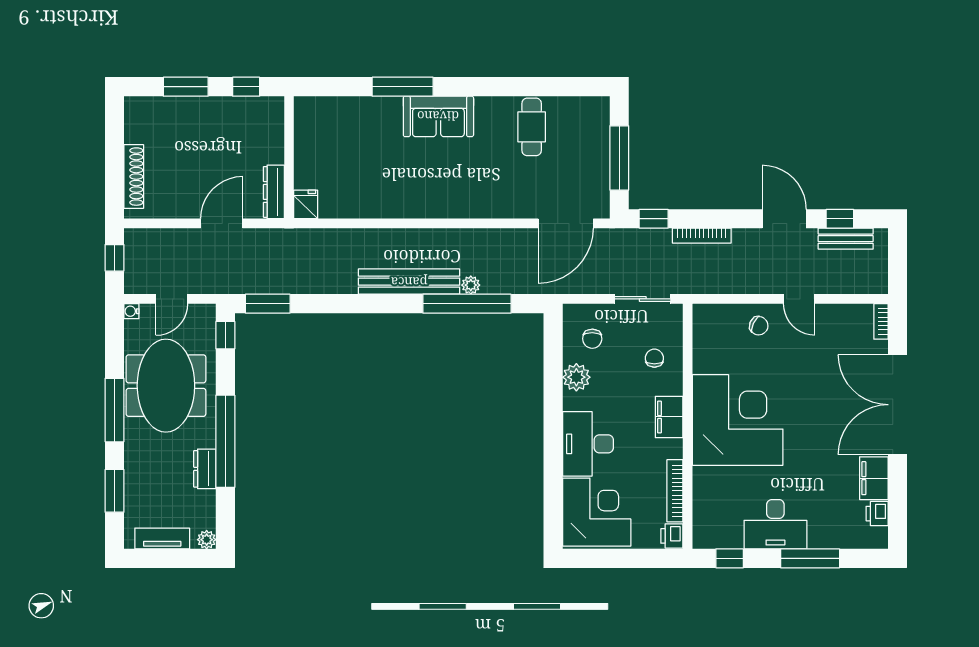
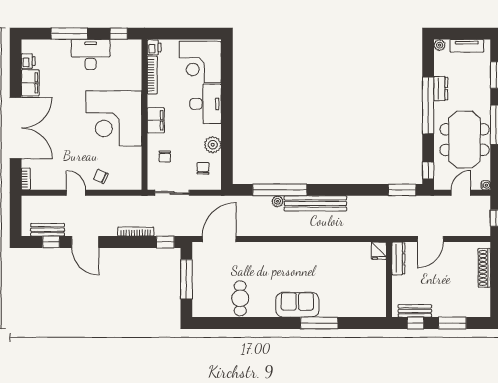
bench: (247, 106) -> (415, 311), added

